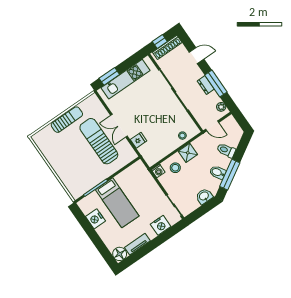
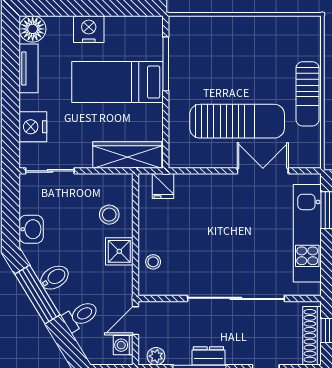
double door: (119, 126) -> (263, 171), moved
fridge: (139, 140) -> (163, 186), moved
washing machine: (158, 171) -> (123, 345), moved
wardrobe: (145, 177) -> (127, 155), added
nightstand: (95, 219) -> (89, 29), moved

